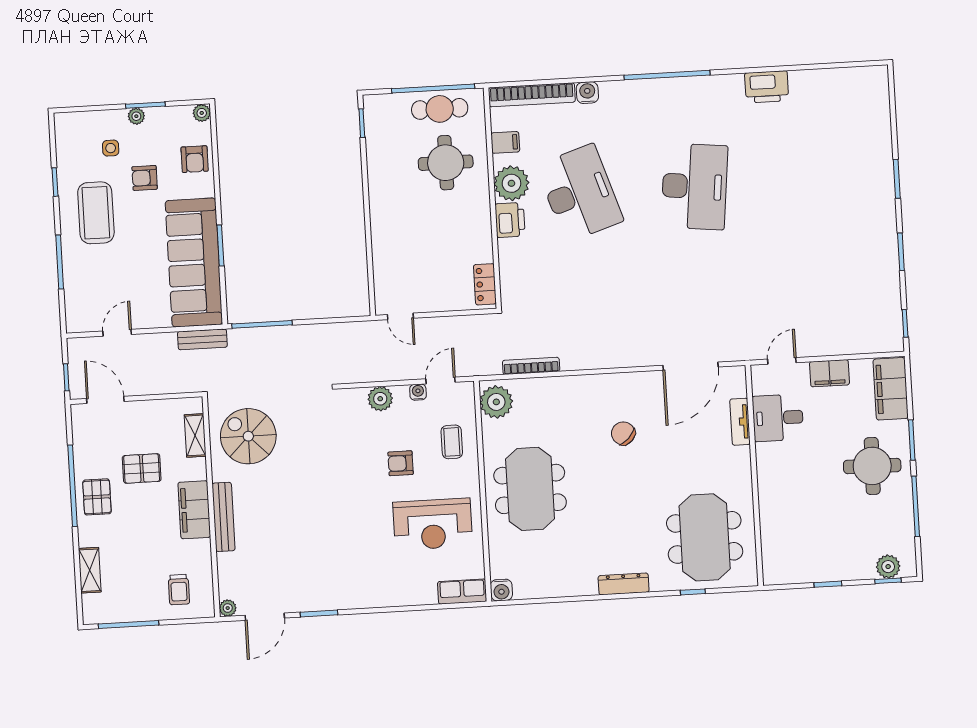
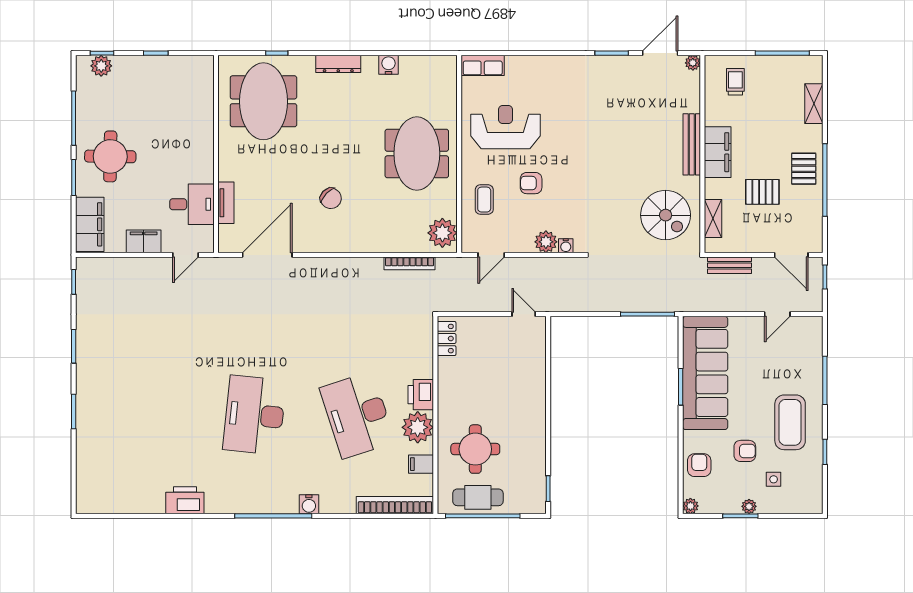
water cooler: (587, 93) -> (309, 504), moved
bench: (202, 339) -> (730, 265), moved
water cooler: (418, 392) -> (566, 246), moved
armchair: (401, 463) -> (531, 183), turned 180
water cooler: (501, 590) -> (389, 65), moved

